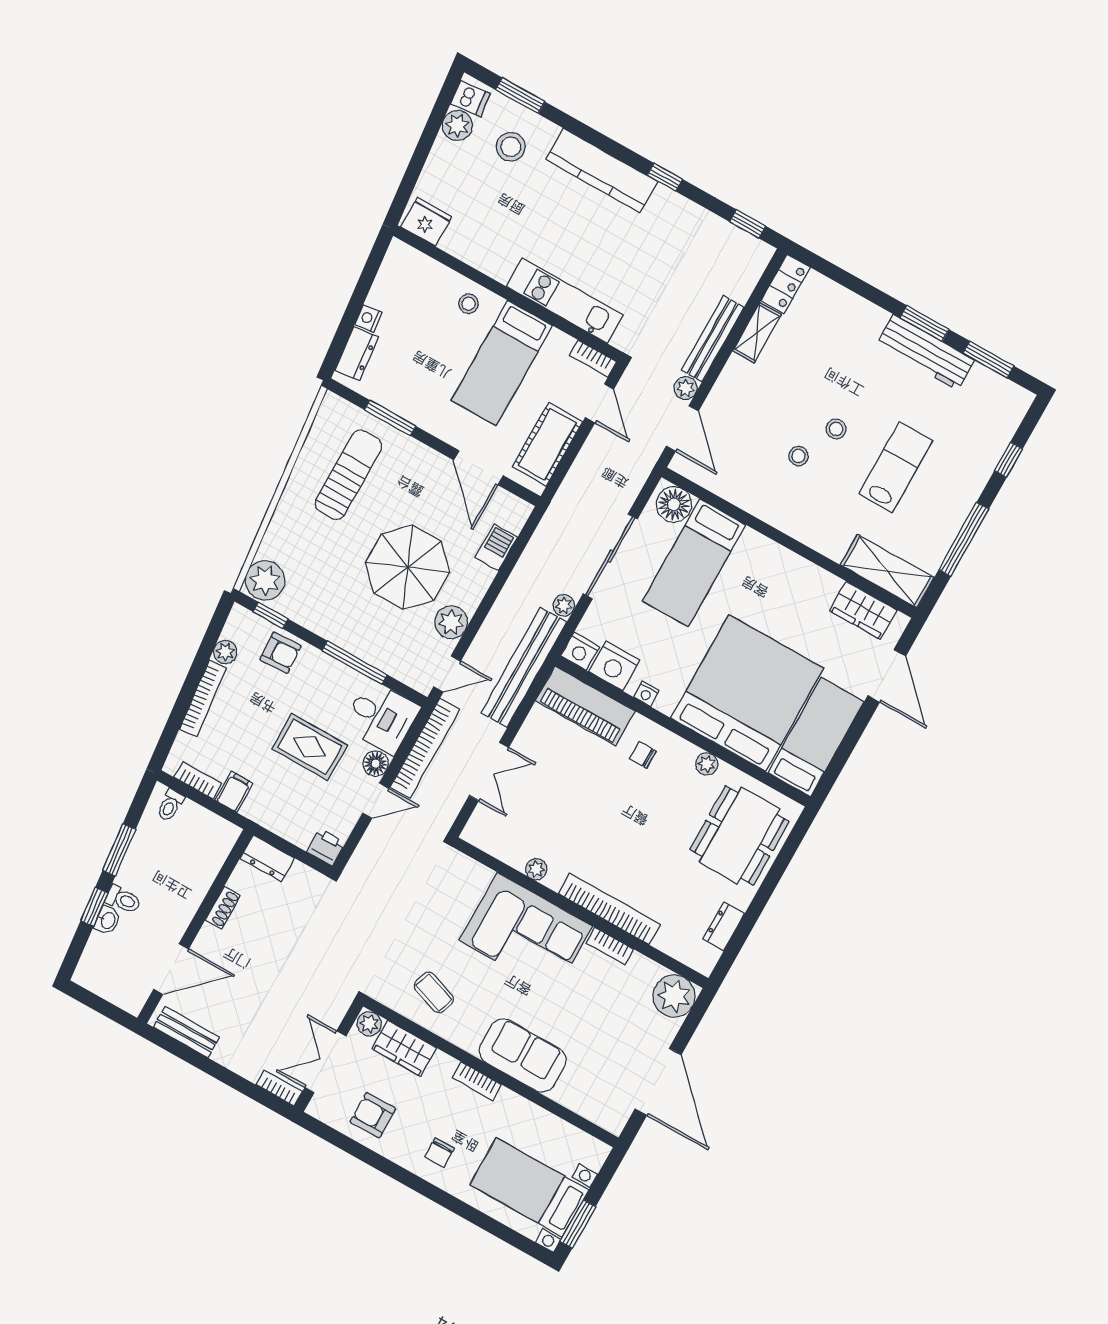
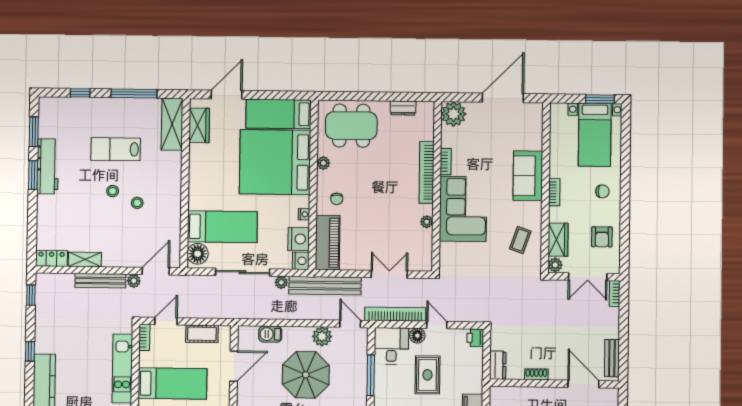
cot: (548, 444) -> (202, 334), width x0.73, depth x0.75

